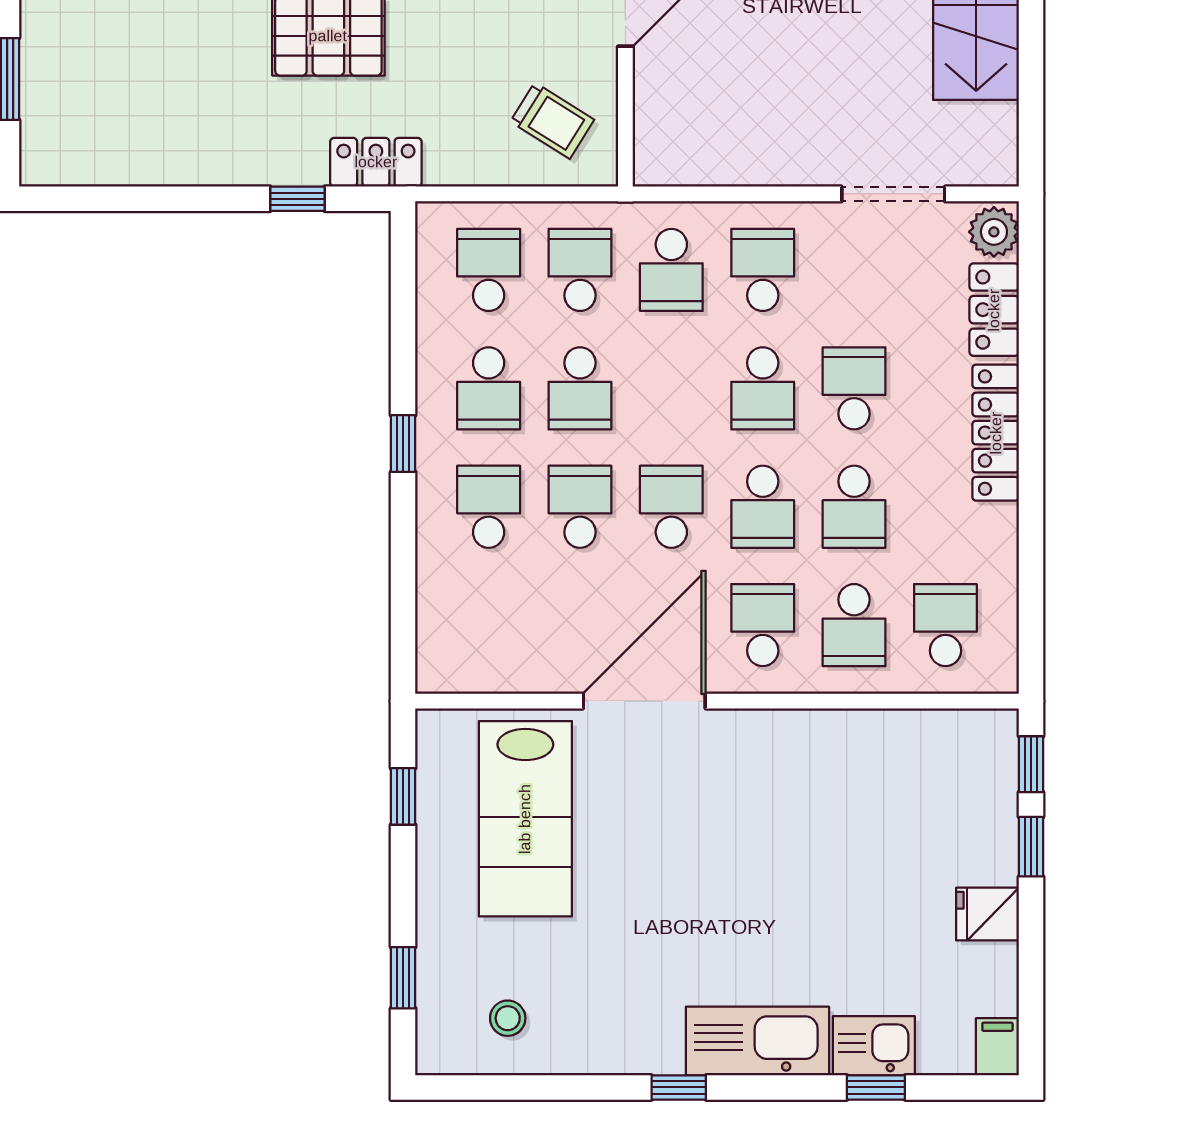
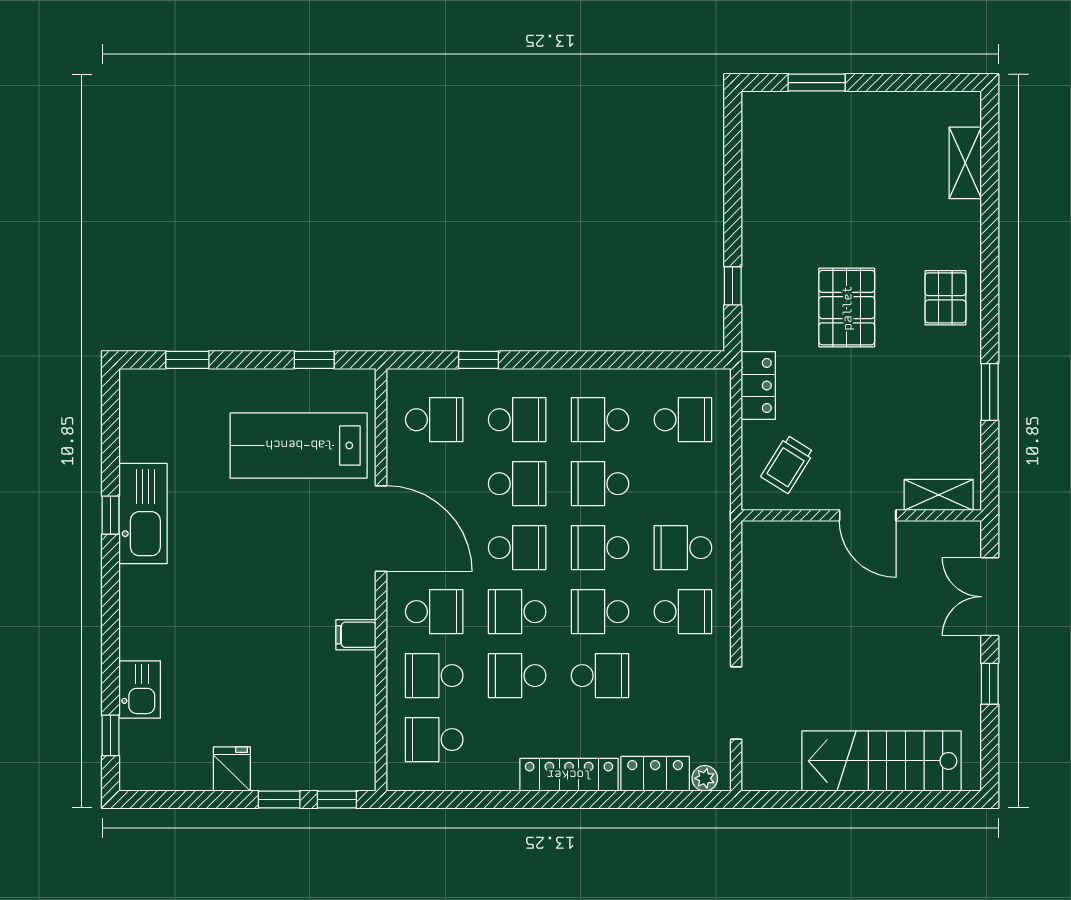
locker: (376, 162) -> (758, 385), moved
plant: (994, 232) -> (705, 778), width x0.73, depth x0.73
school desk: (580, 270) -> (600, 548), moved, turned 180
window: (403, 444) -> (478, 360), moved
school desk: (489, 625) -> (434, 420), added
school desk: (945, 625) -> (434, 740), turned 180
stool: (508, 1018) -> (159, 433), removed
kitchen sink: (757, 1041) -> (143, 514), moved
filing cabinet: (997, 1047) -> (356, 635), moved, turned 180
window: (679, 1087) -> (110, 515), moved
window: (876, 1087) -> (110, 735), moved

